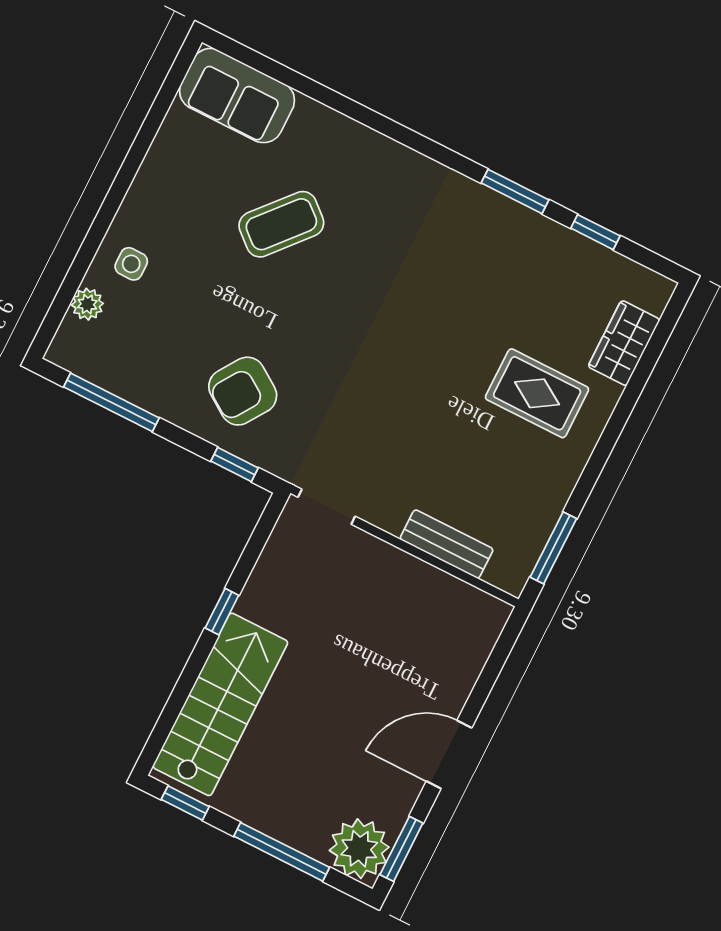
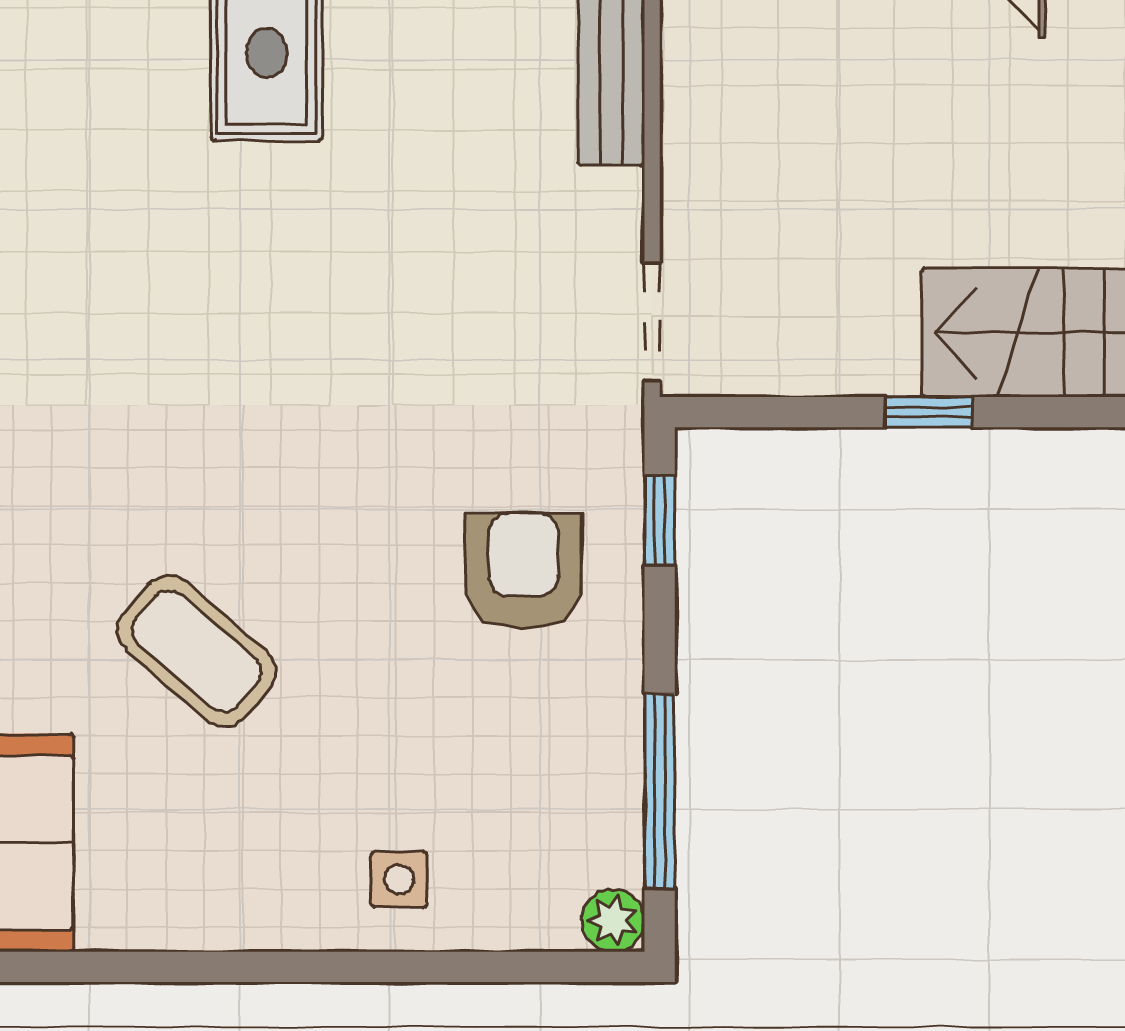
plant: (87, 304) -> (613, 920), moved
armchair: (243, 391) -> (523, 571), turned -124

